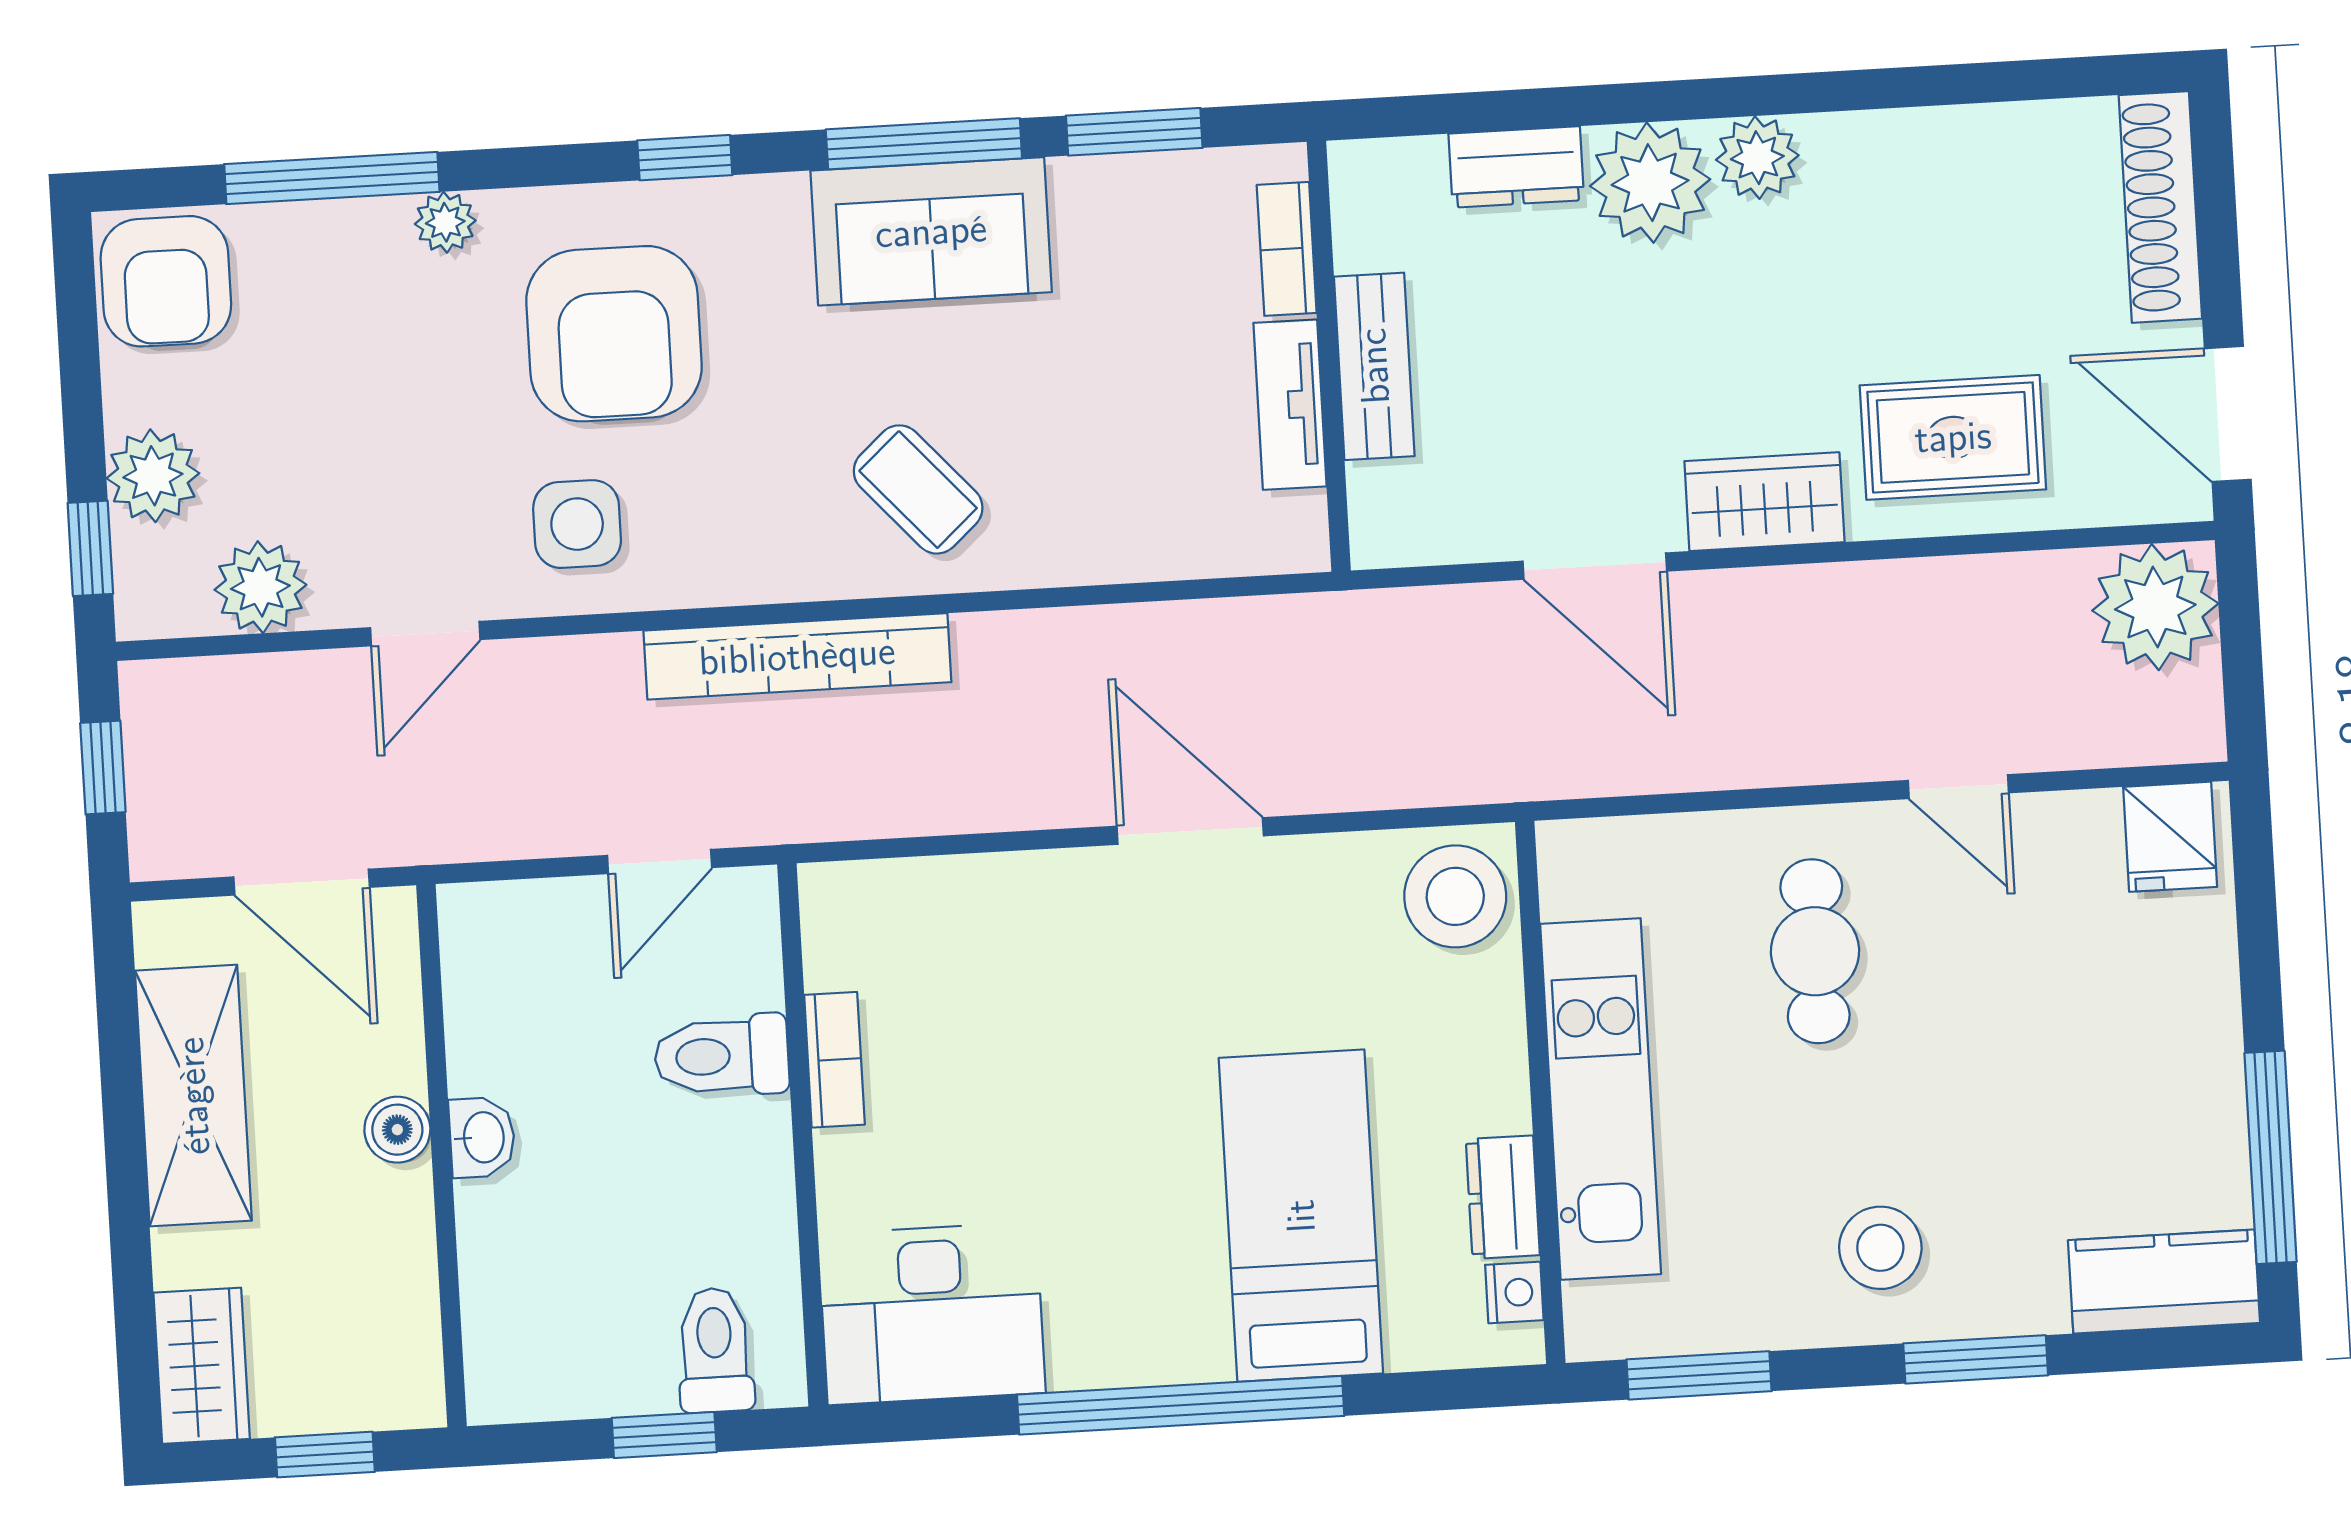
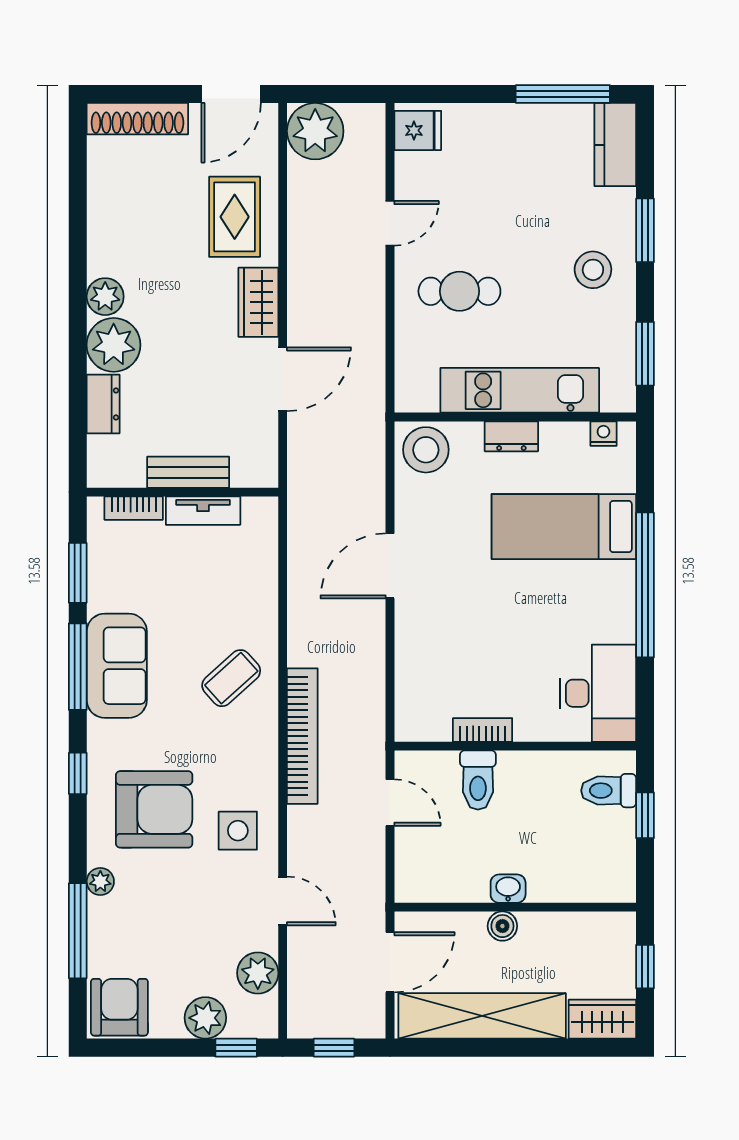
armchair: (166, 281) -> (119, 1007), turned -90
shelving: (193, 1096) -> (482, 1016), width x1.47
dresser: (1503, 1197) -> (511, 436), moved

